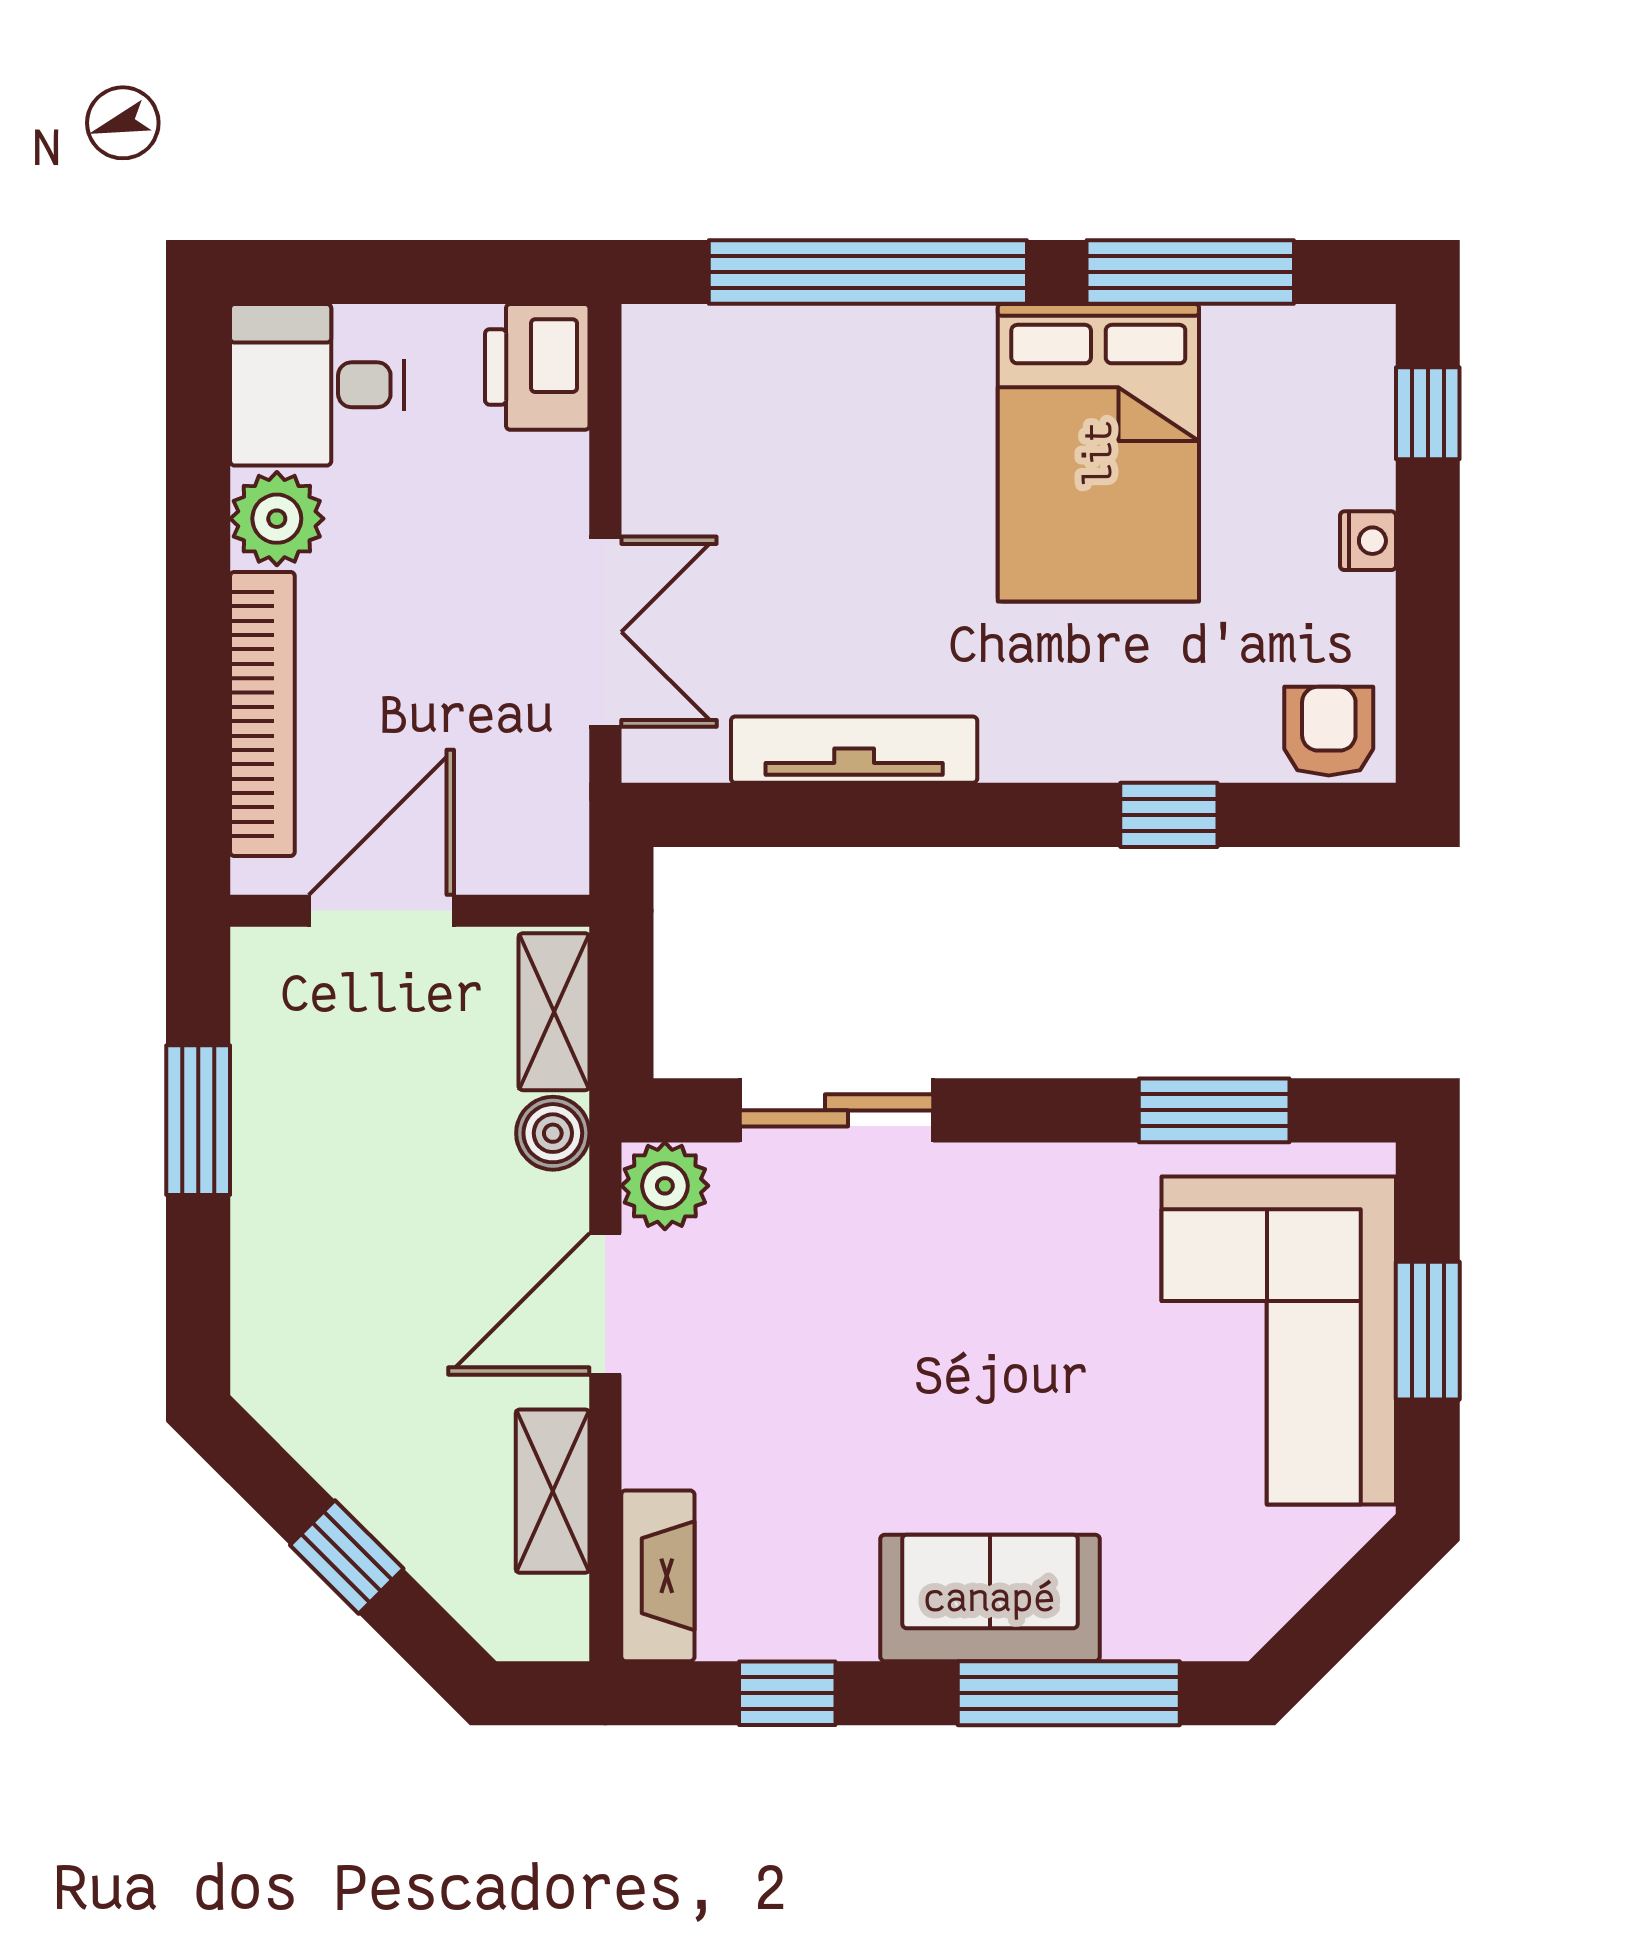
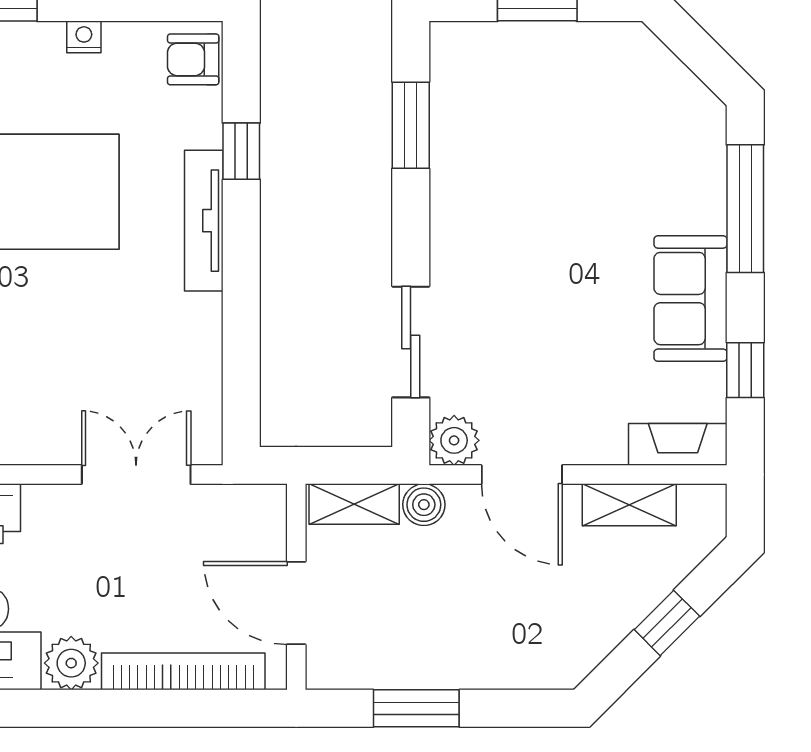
tv unit: (854, 750) -> (204, 221), moved
corner sofa: (1279, 1341) -> (543, 88), removed
sofa: (990, 1598) -> (691, 299), moved

